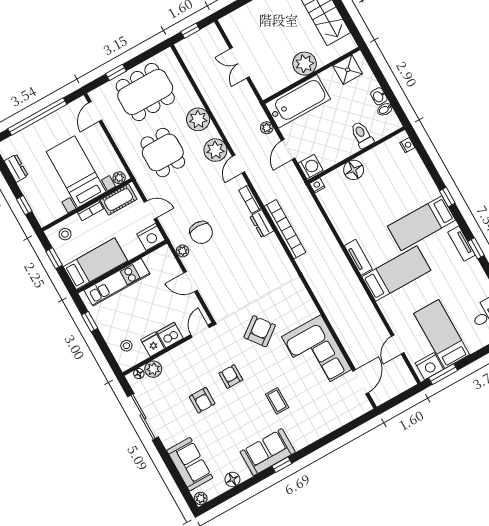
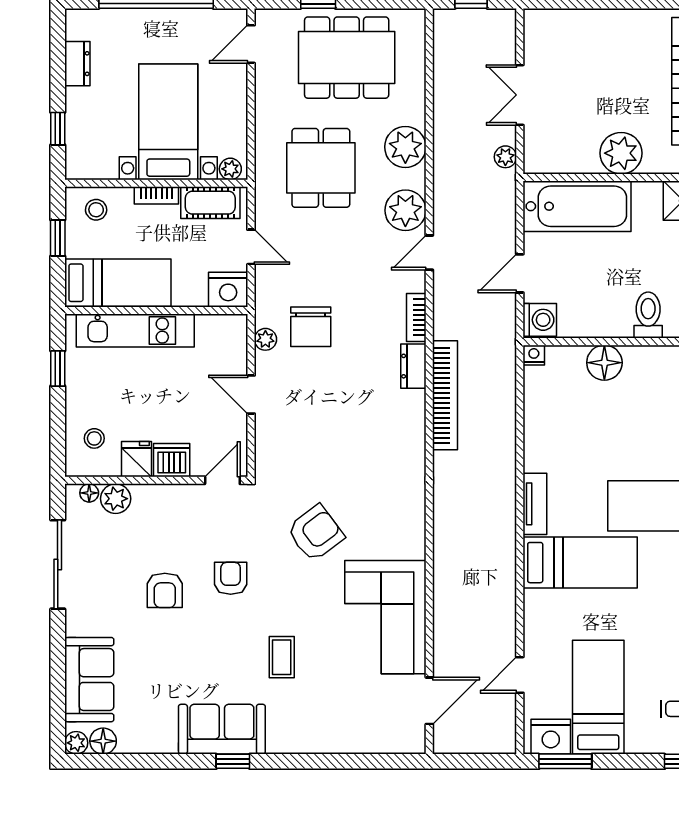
plant: (267, 128) -> (505, 157), moved
floor lamp: (232, 479) -> (103, 741), moved

